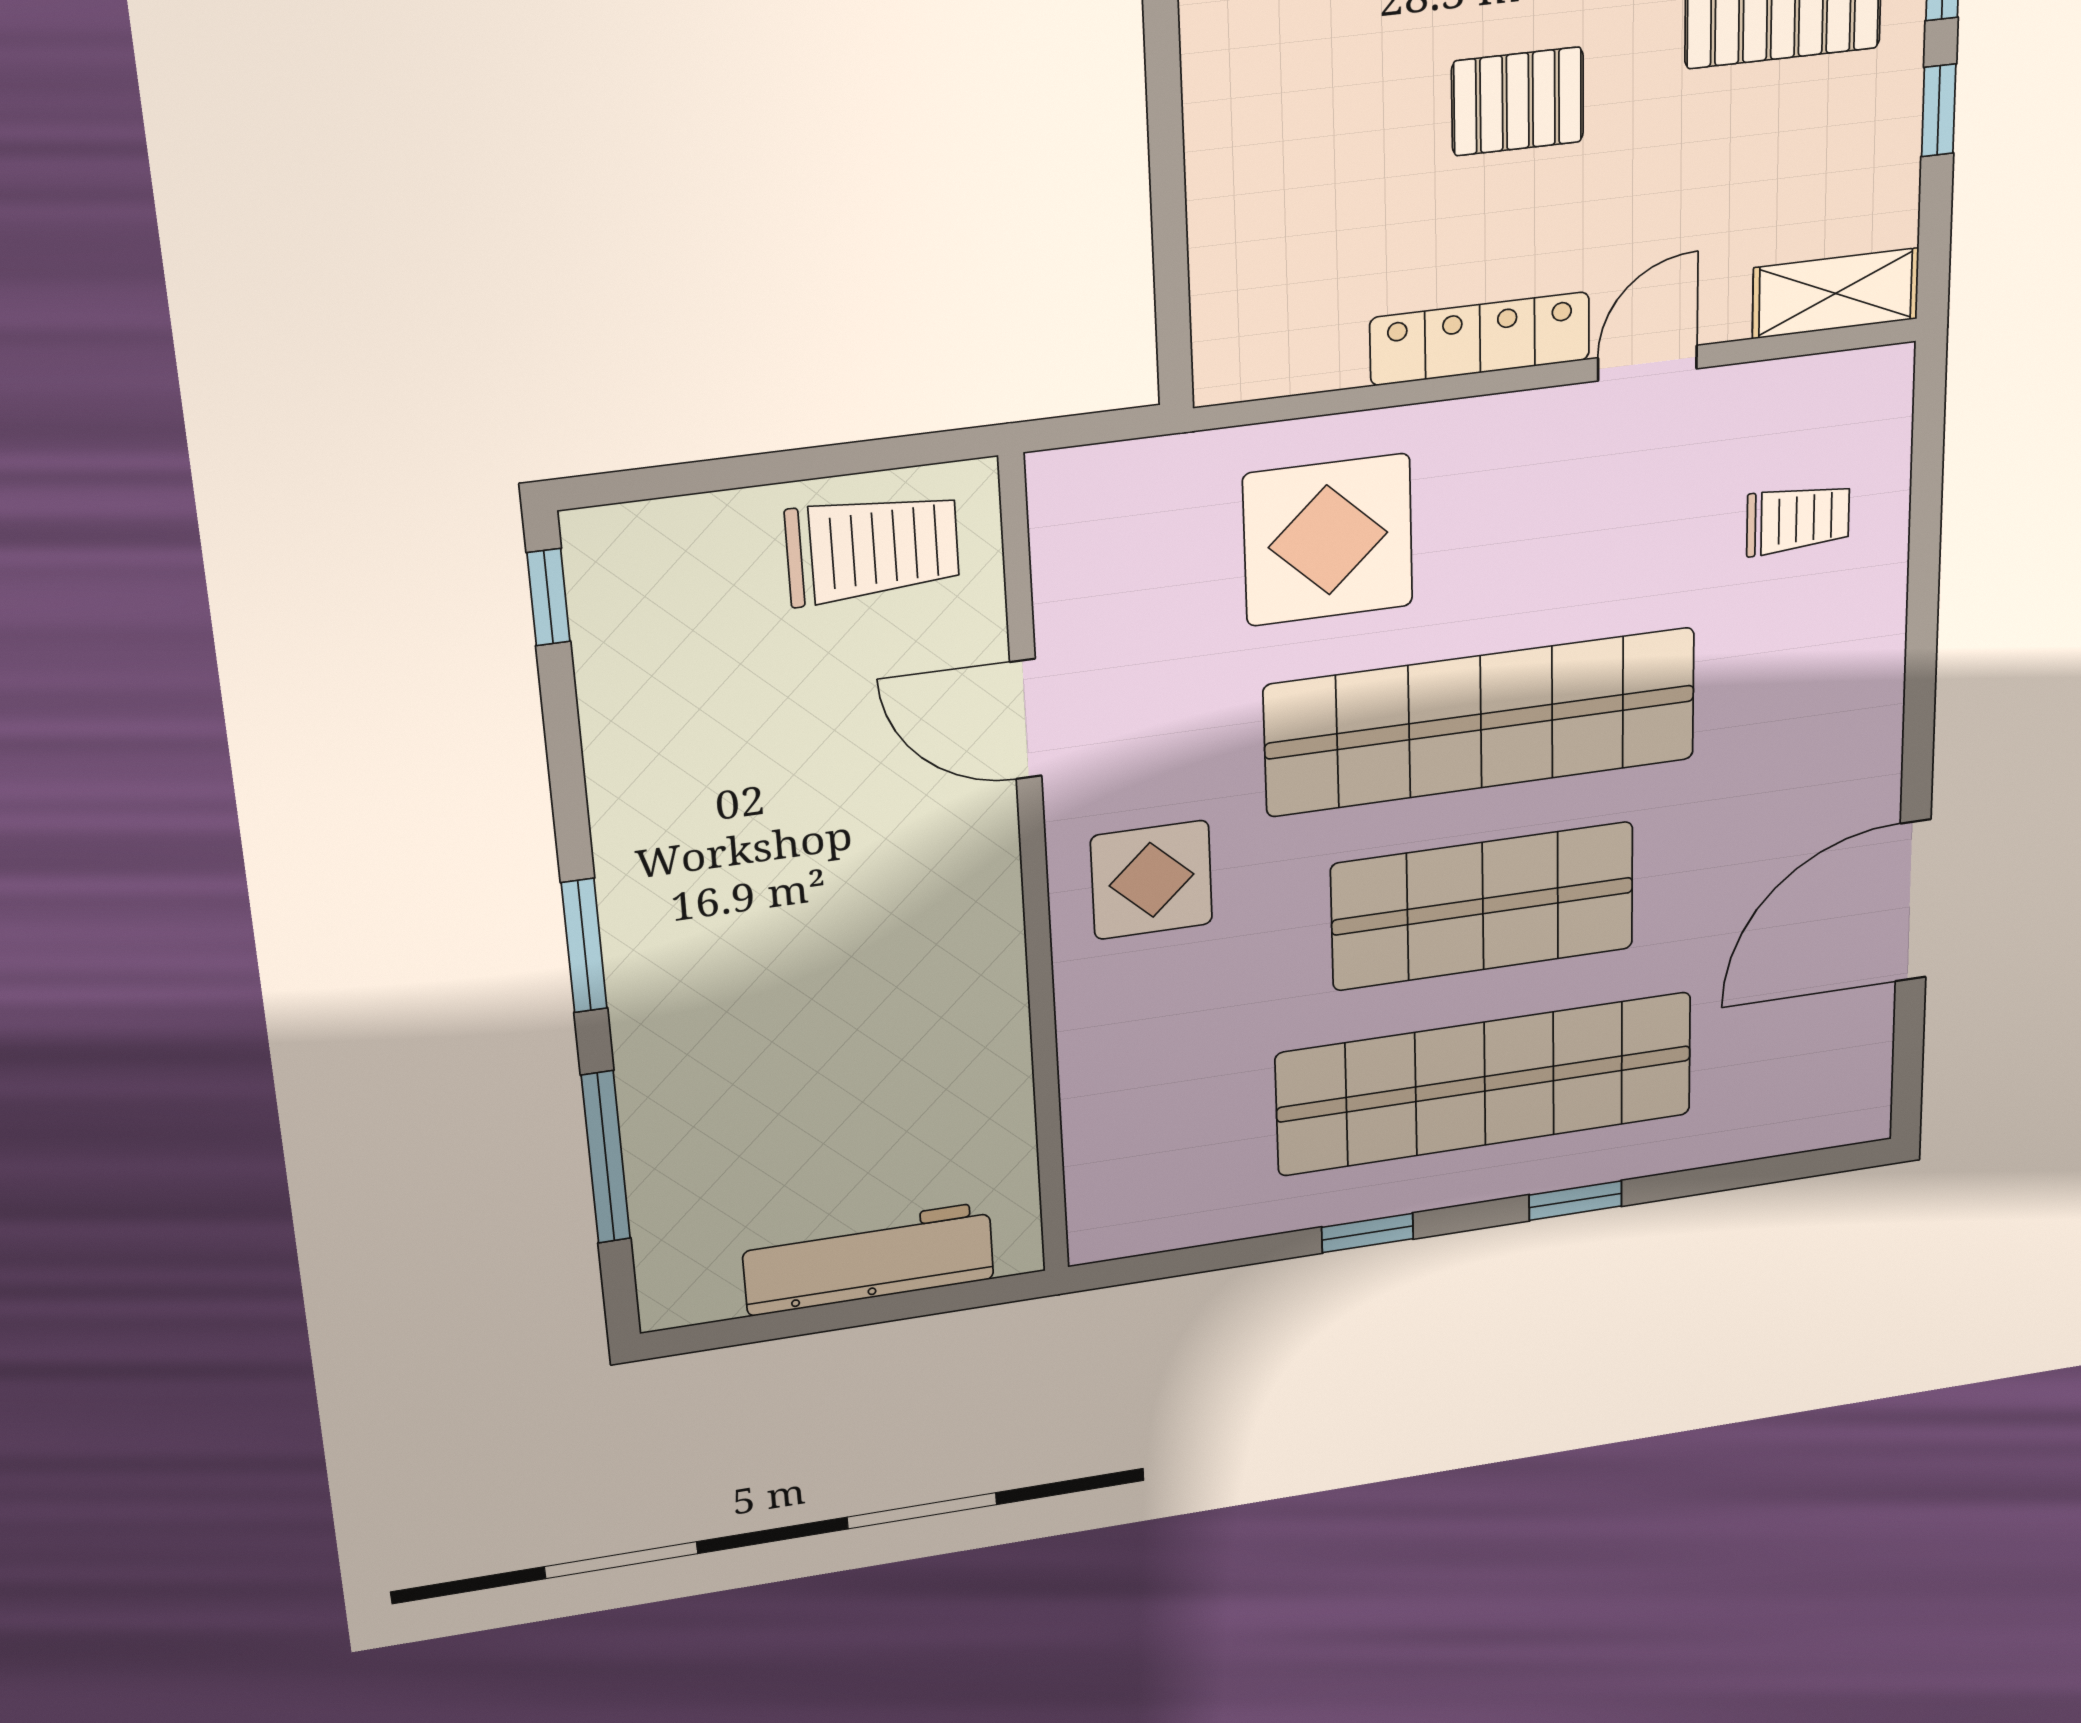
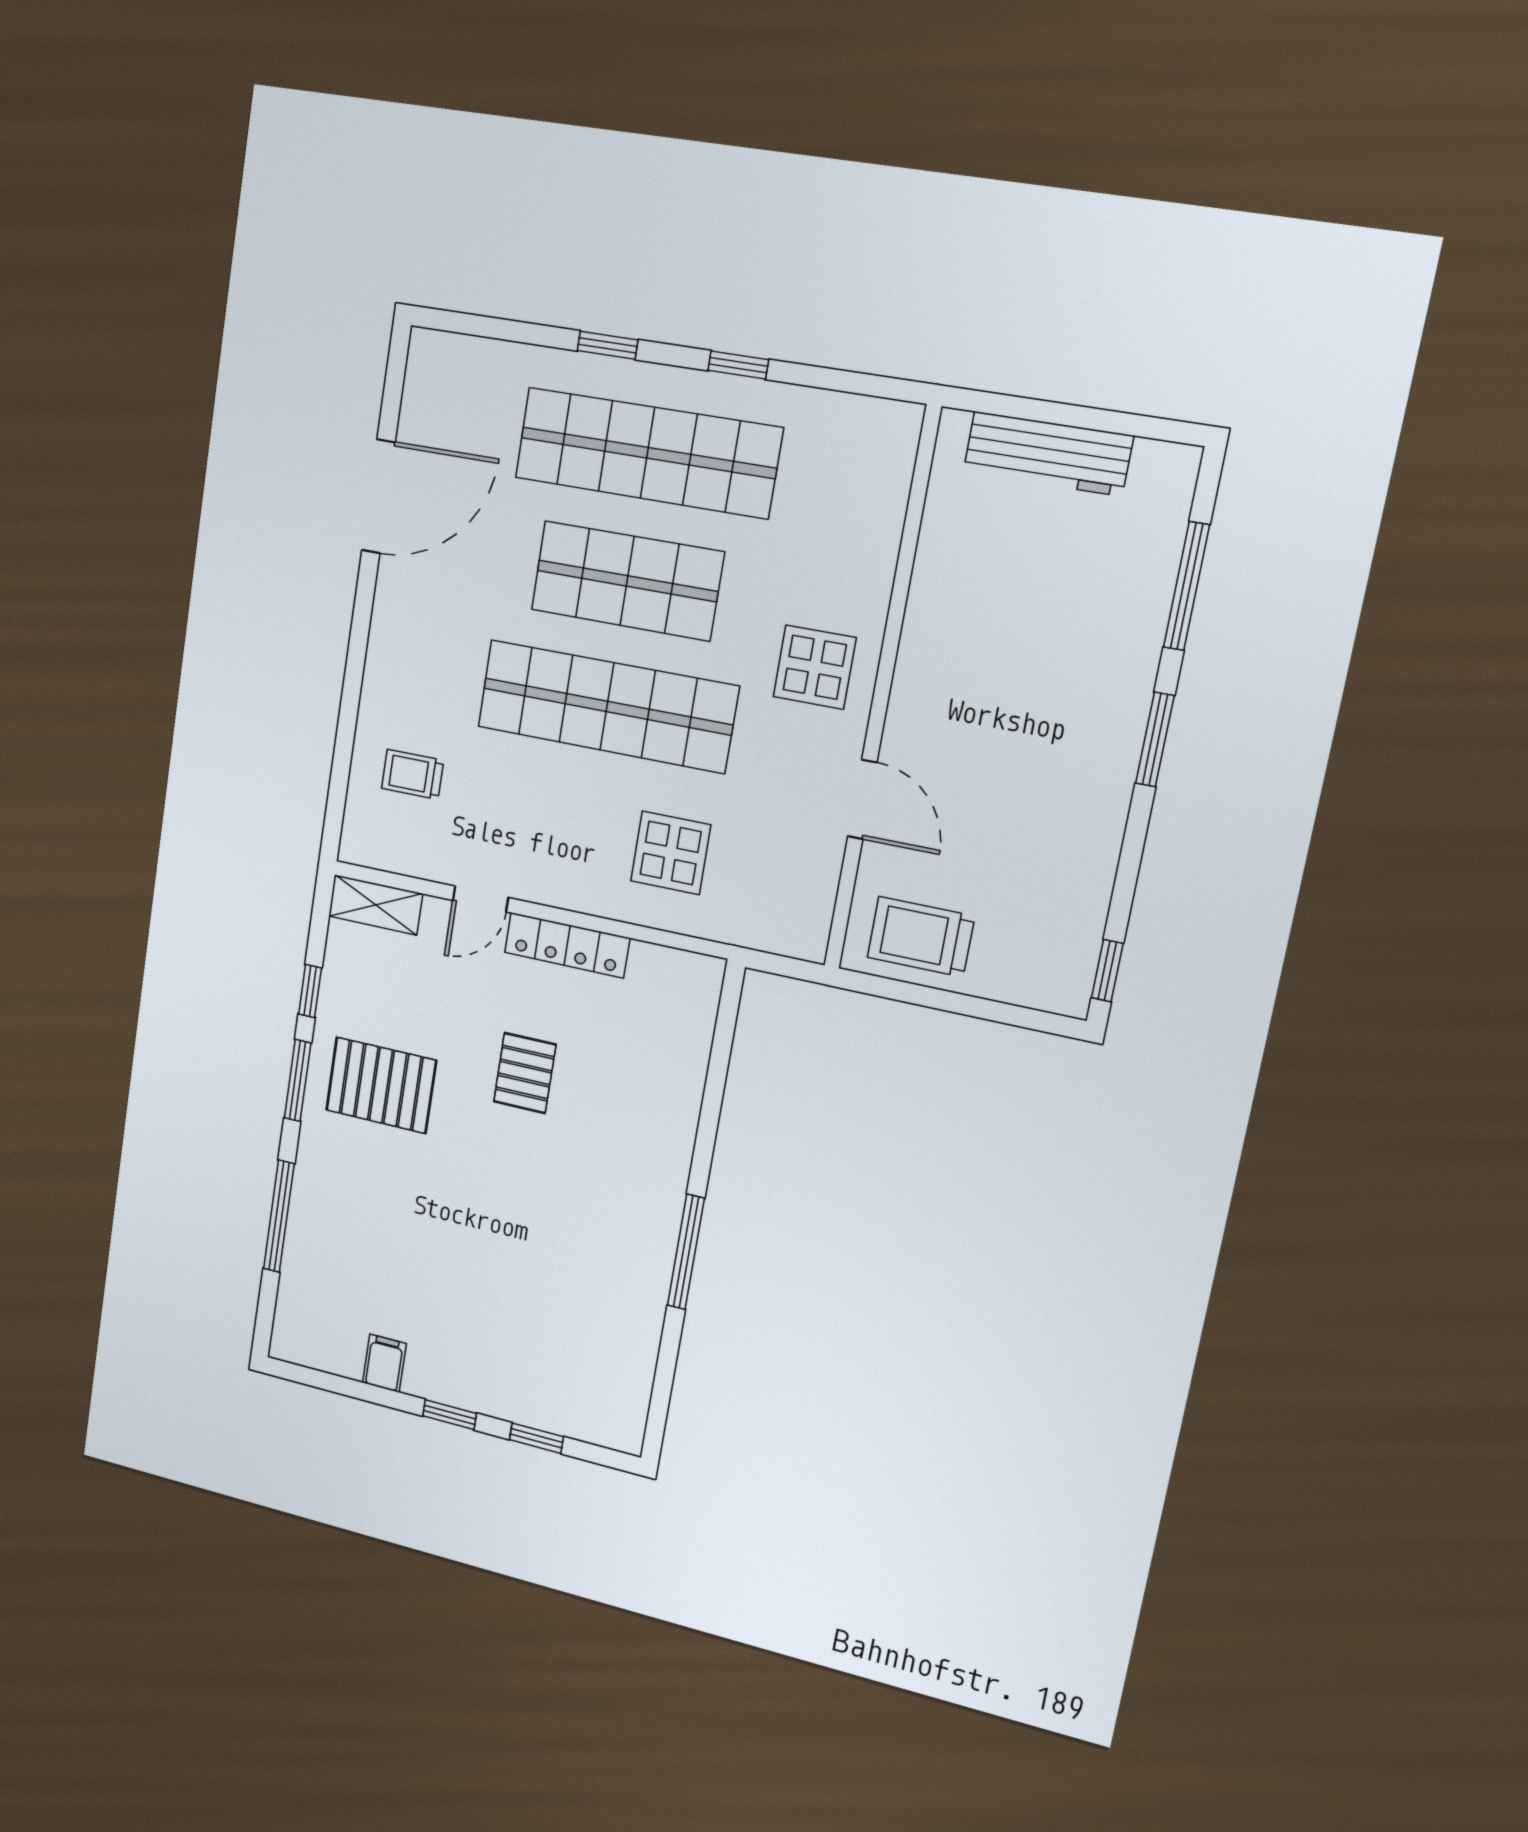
pallet: (1518, 101) -> (525, 1073), turned 90
display table: (1328, 540) -> (671, 853), width x0.73, depth x0.73

